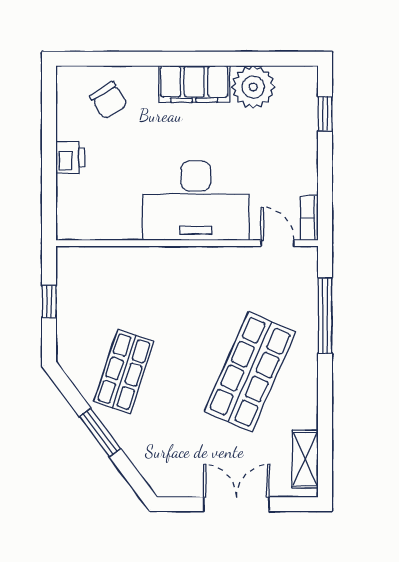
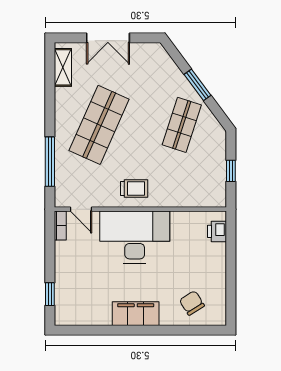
plant: (253, 87) -> (97, 312), removed
printer: (70, 158) -> (217, 231), moved
trolley: (197, 275) -> (134, 188), added

